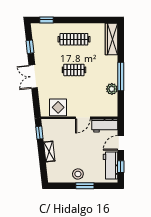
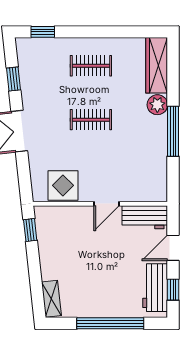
clothes rail: (74, 39) -> (91, 66), width x0.73
plant: (112, 89) -> (157, 105), moved
shelving: (49, 152) -> (51, 299), moved
stool: (78, 174) -> (98, 303), removed
window: (85, 186) -> (110, 323), width x2.11

